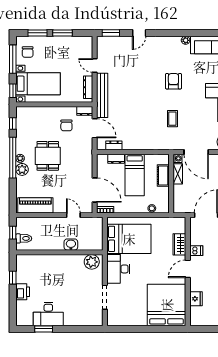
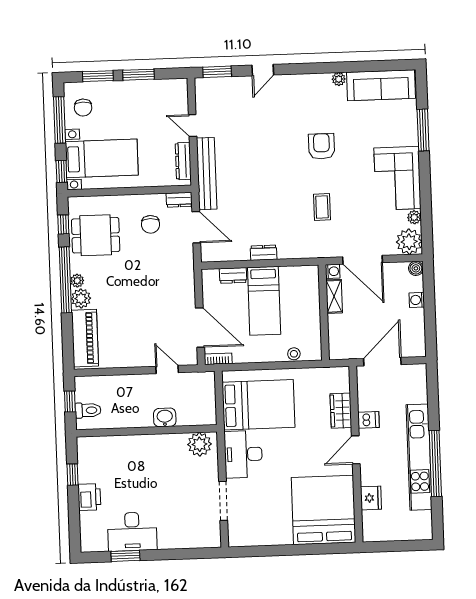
dresser: (114, 145) -> (264, 253), moved
dining table: (48, 156) -> (96, 235), moved, turned 90
cot: (163, 176) -> (310, 300), removed
piano: (35, 205) -> (85, 338), moved, turned 90

